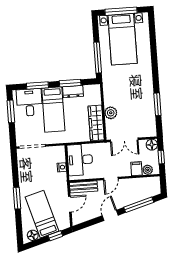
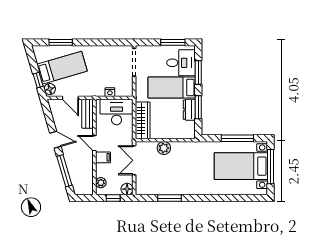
window: (98, 58) -> (237, 138), moved
wardrobe: (96, 123) -> (143, 120), moved, turned 90
filing cabinet: (136, 169) -> (103, 157), moved
window: (17, 198) -> (61, 42), moved
floor lamp: (33, 235) -> (50, 89), moved

